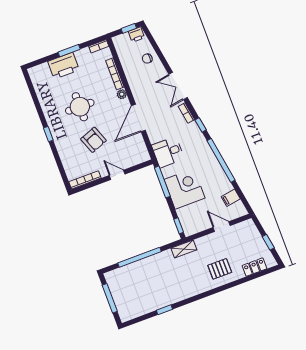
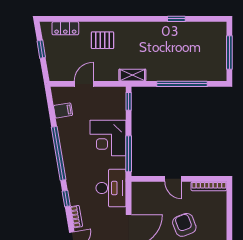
desk: (168, 152) -> (111, 188), width x1.37
door: (222, 227) -> (84, 84), swing flipped

